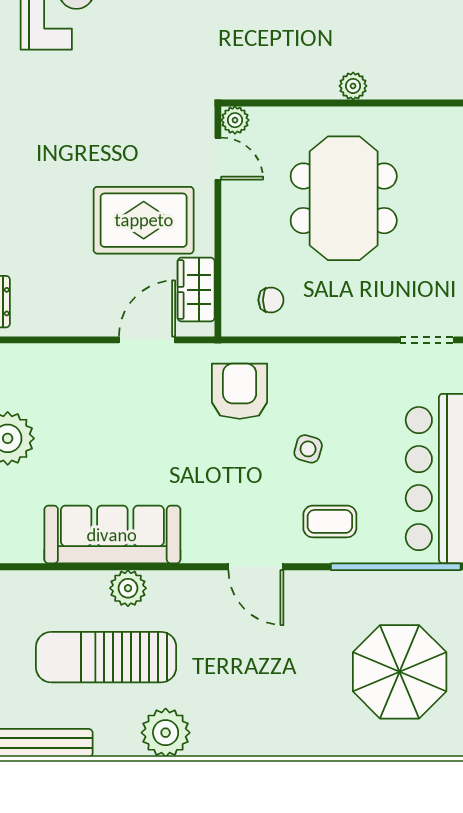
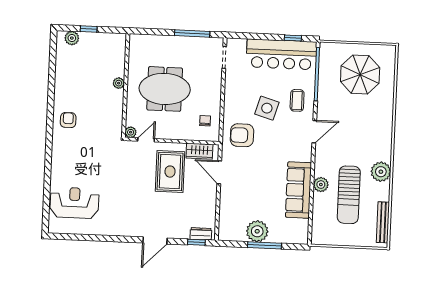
side table: (308, 449) -> (267, 108), width x1.87, depth x1.87

